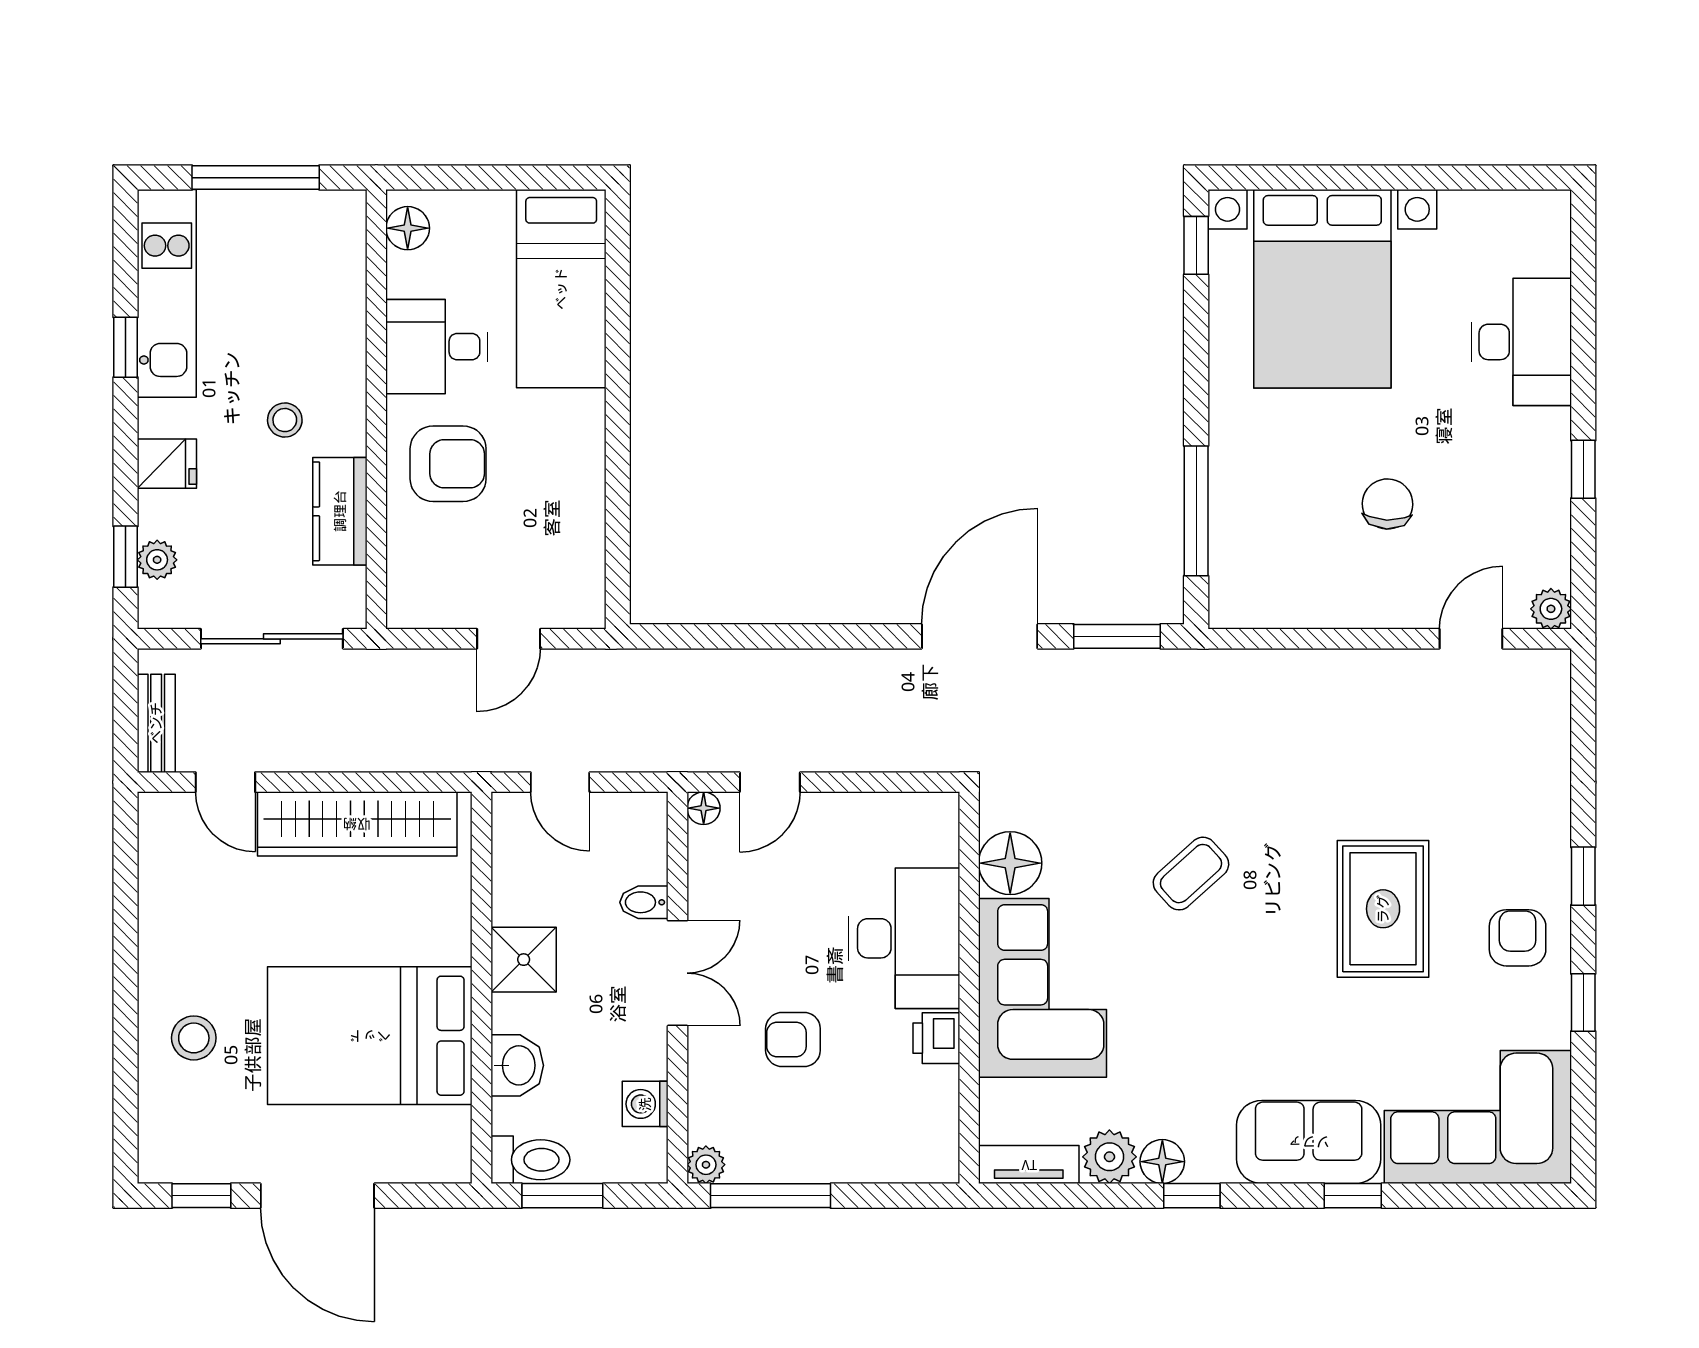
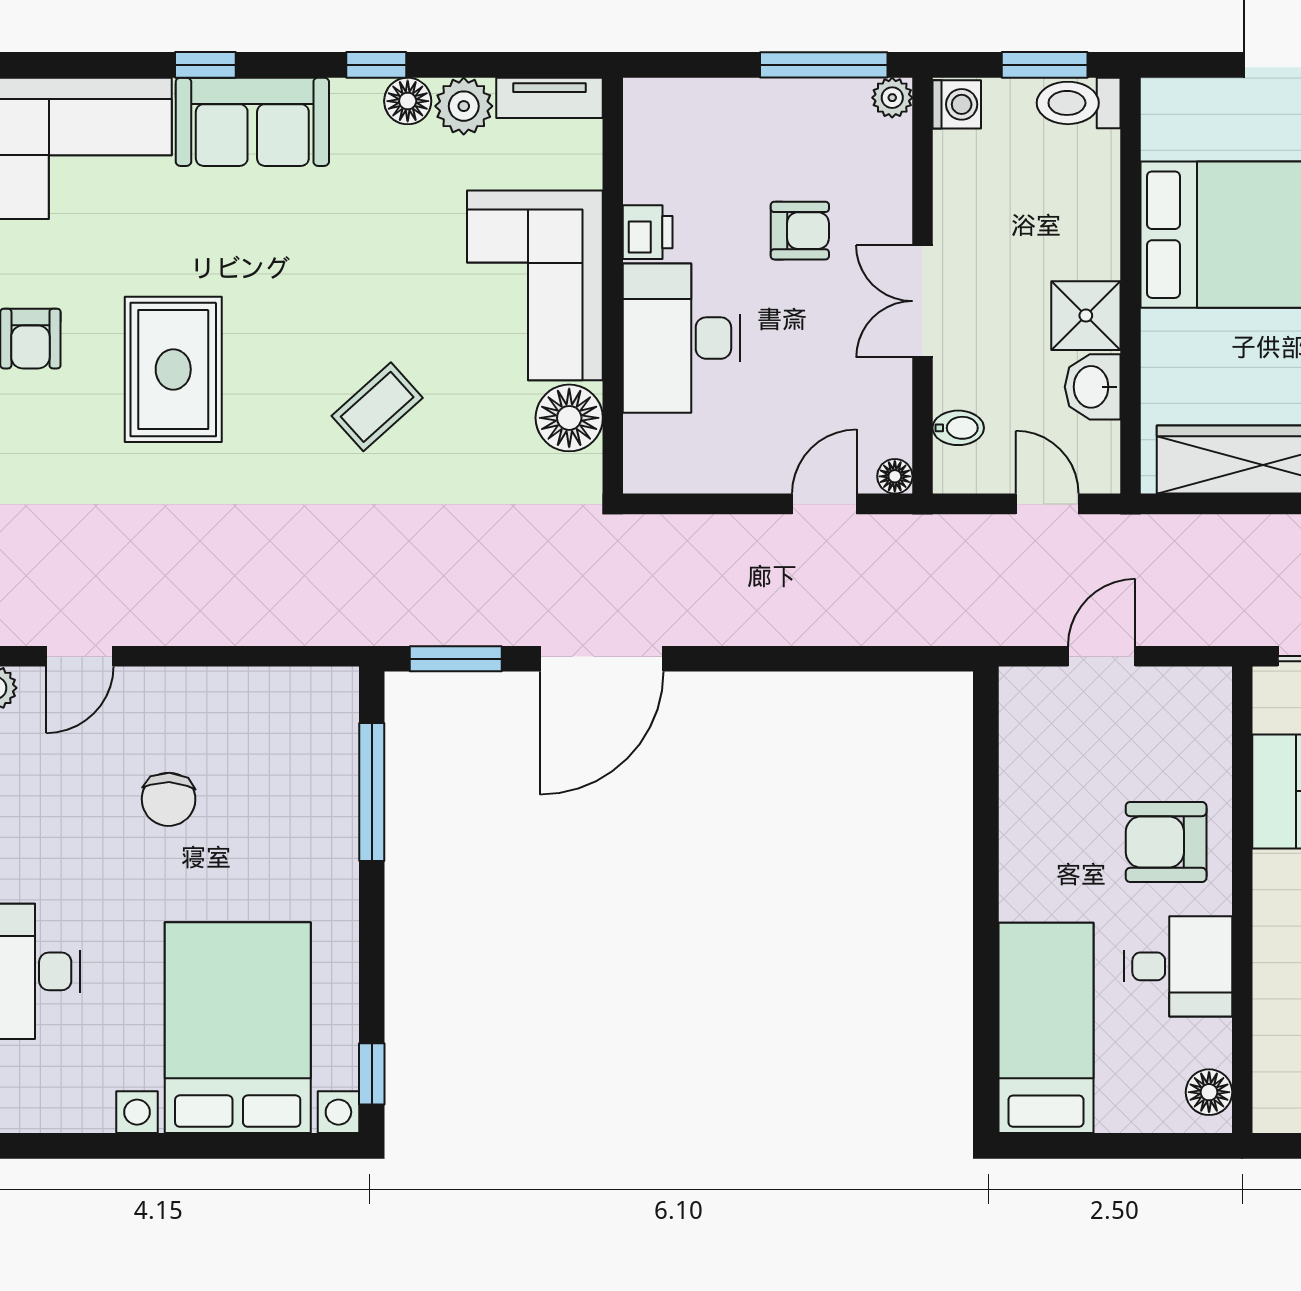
bidet: (644, 902) -> (958, 428), moved
washbasin: (517, 1065) -> (1093, 387), moved
washing machine: (645, 1104) -> (957, 104), moved

